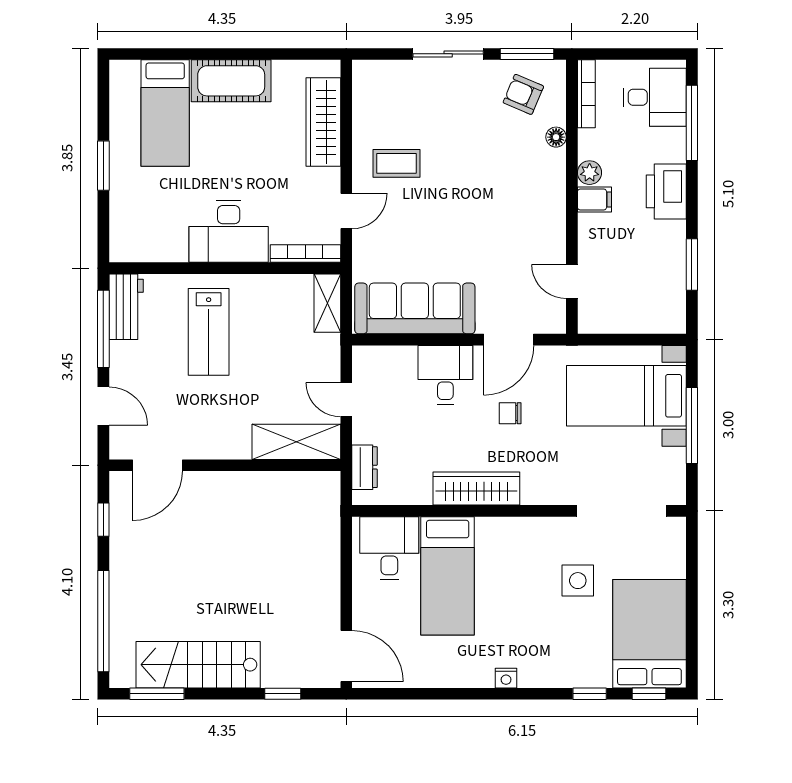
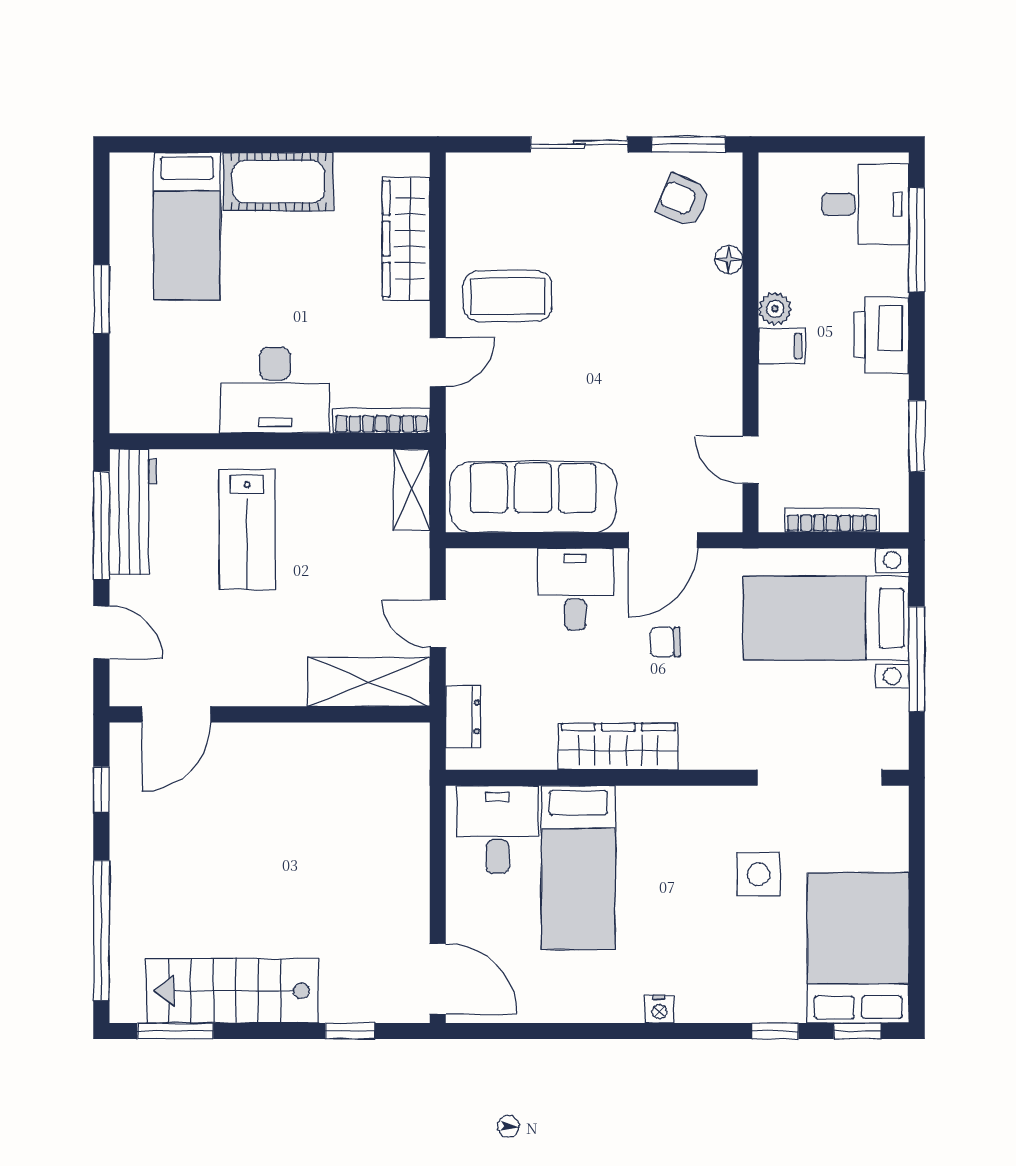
bookcase: (586, 94) -> (832, 520), moved, turned -90
coffee table: (396, 163) -> (508, 296), width x1.36, depth x1.30
workbench: (126, 307) -> (133, 512), width x1.38

